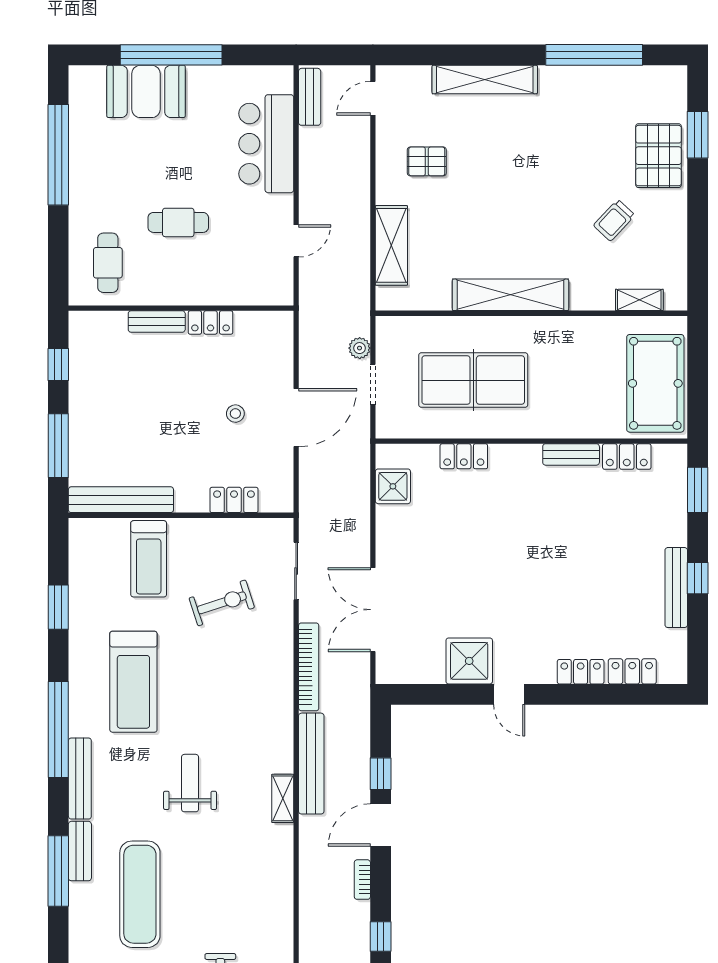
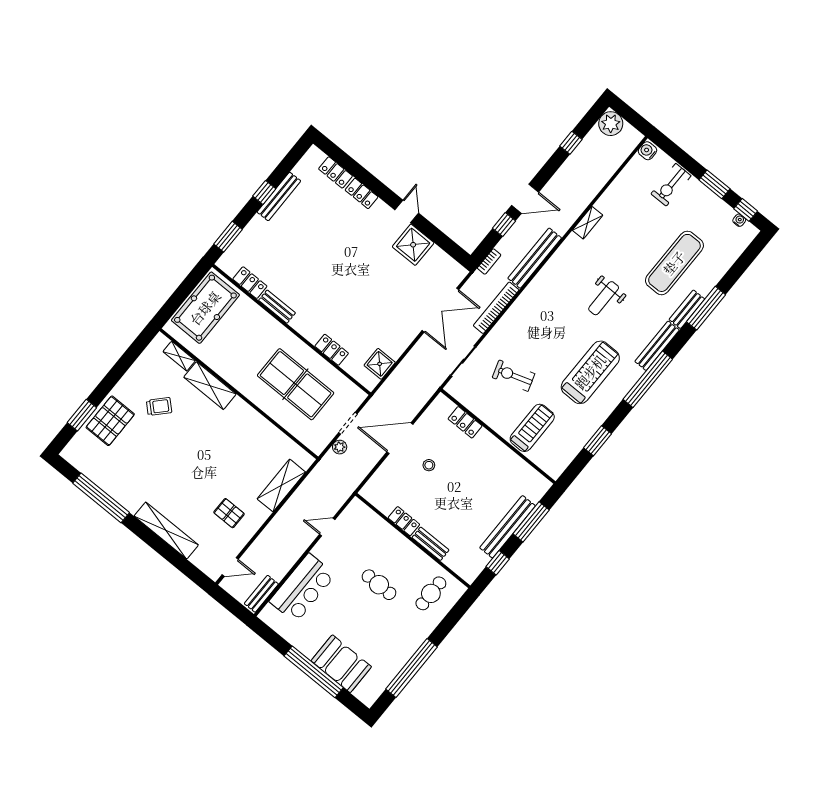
shelving: (510, 295) -> (210, 386), moved, width x0.68
bench: (121, 500) -> (507, 527), moved, turned 90
shelving: (283, 798) -> (588, 223), moved
bookcase: (362, 880) -> (489, 261), moved

